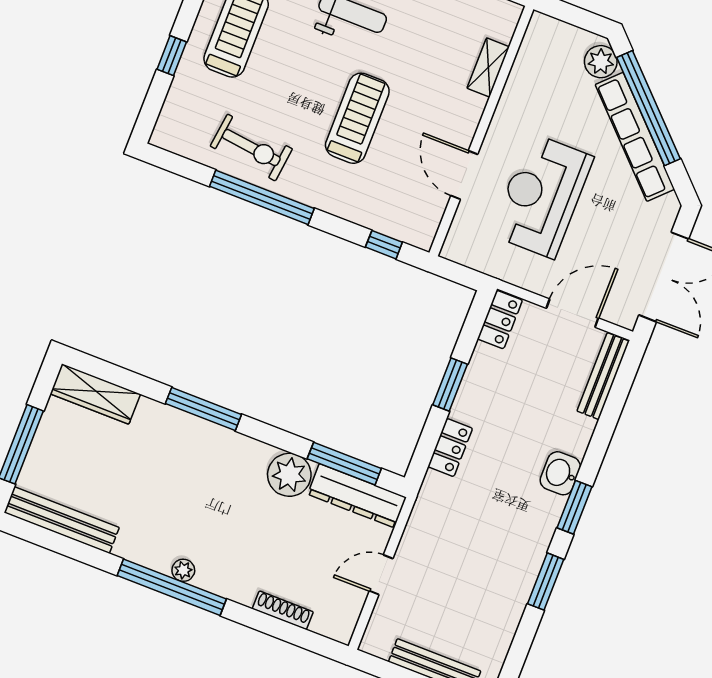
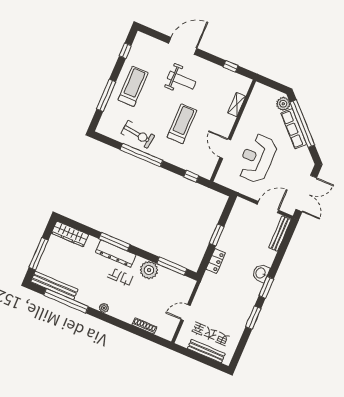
window: (172, 56) -> (106, 95), width x2.17
row of seats: (635, 137) -> (294, 129), width x0.73
locker: (500, 320) -> (238, 209), removed
dresser: (357, 496) -> (116, 254), moved
window: (172, 587) -> (66, 301), moved

